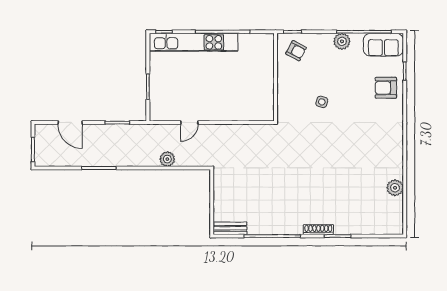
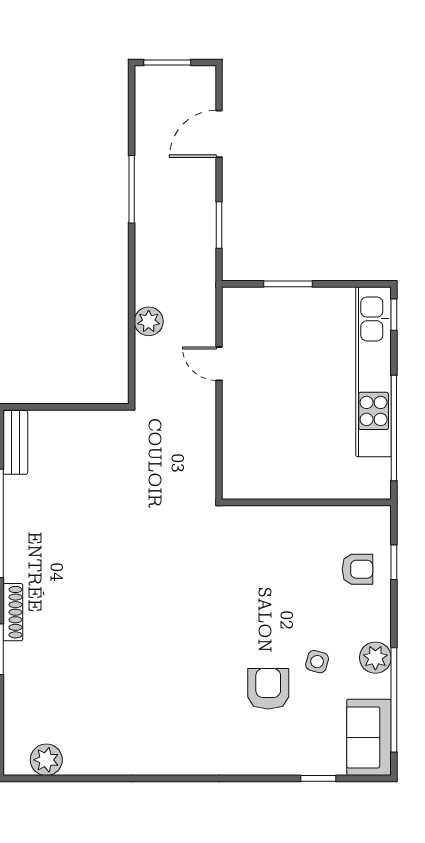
armchair: (296, 51) -> (357, 569), turned -118
wall: (276, 77) -> (306, 502), moved
armchair: (386, 88) -> (268, 689), moved
side table: (322, 102) -> (317, 662), moved
plant: (395, 188) -> (46, 760), moved

